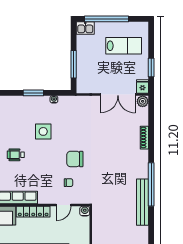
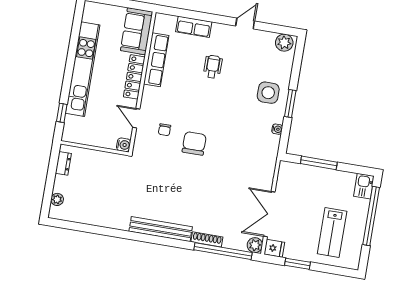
side table: (43, 131) -> (268, 93), moved
window: (151, 184) -> (223, 251), moved
bench: (142, 202) -> (161, 229), moved

